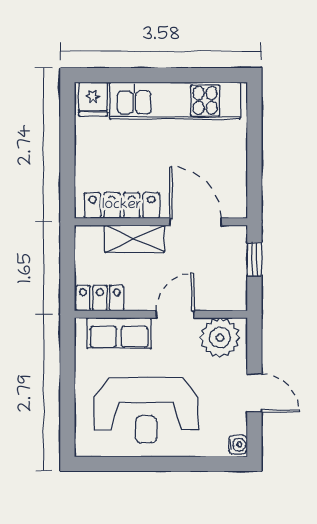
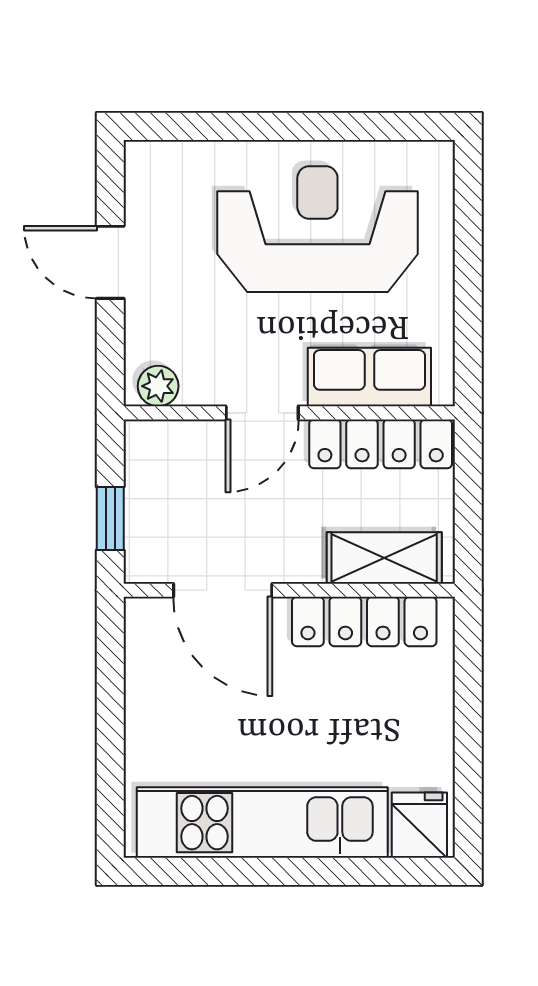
shelving: (135, 239) -> (384, 558), moved
locker: (100, 298) -> (381, 444), width x1.53
plant: (220, 338) -> (158, 386), width x0.53, depth x0.53
water cooler: (238, 445) -> (142, 163), removed

